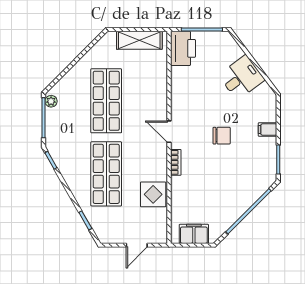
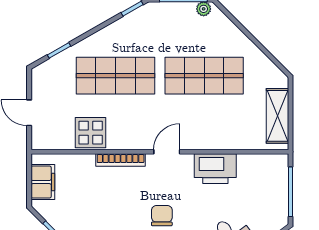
printer: (183, 48) -> (215, 169), moved
chair: (222, 136) -> (162, 216), turned 180
bookcase: (176, 162) -> (121, 160), width x1.56

